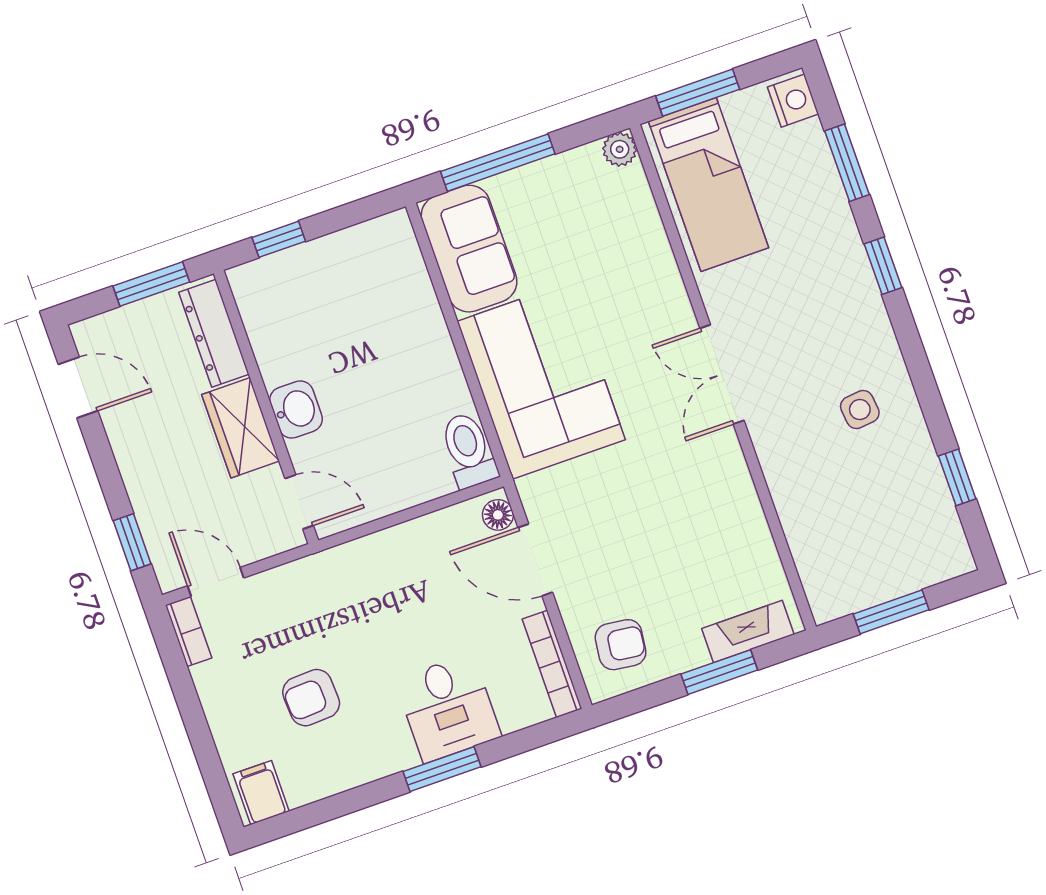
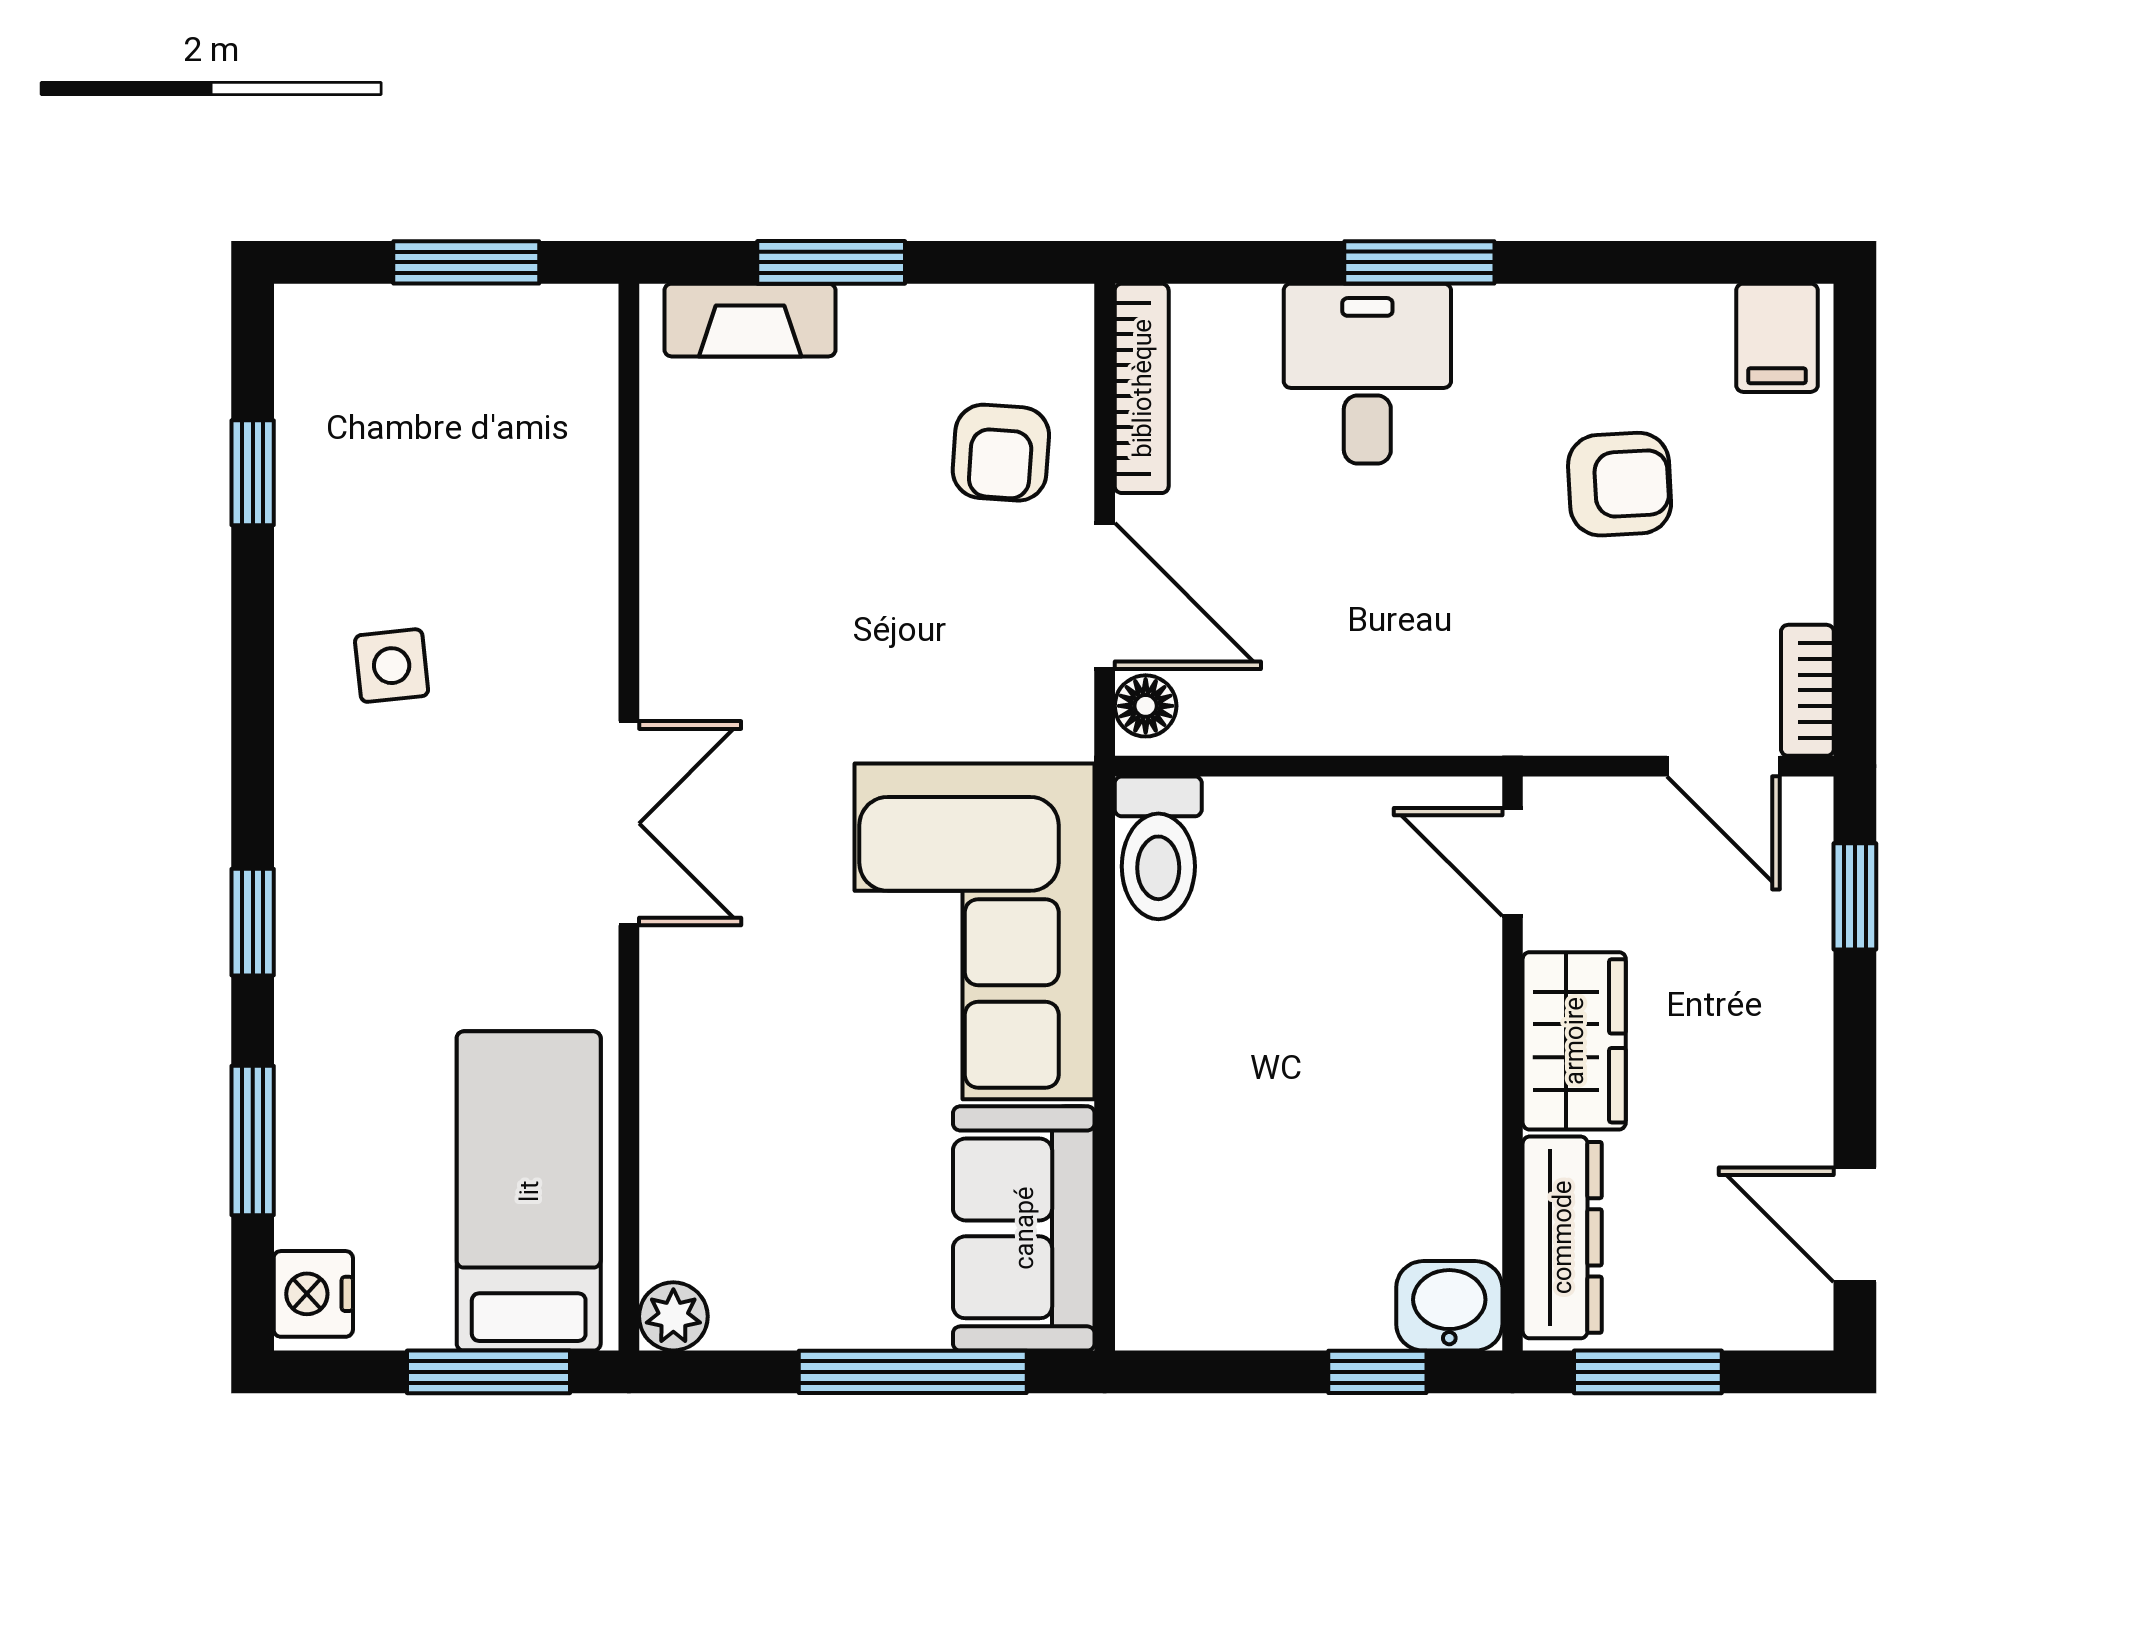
washbasin: (296, 410) -> (1449, 1306), moved, turned 90
armchair: (621, 645) -> (1001, 453), moved, turned -93

